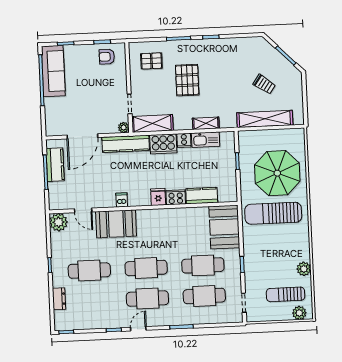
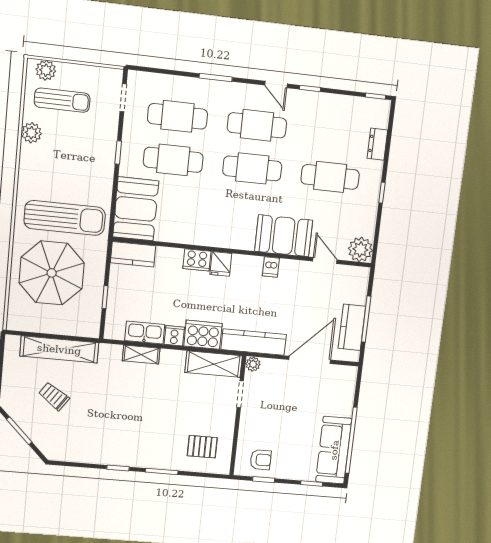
pallet: (187, 80) -> (158, 415), removed
kitchen counter: (202, 196) -> (133, 254), moved
door: (138, 329) -> (276, 85), hinge flipped

